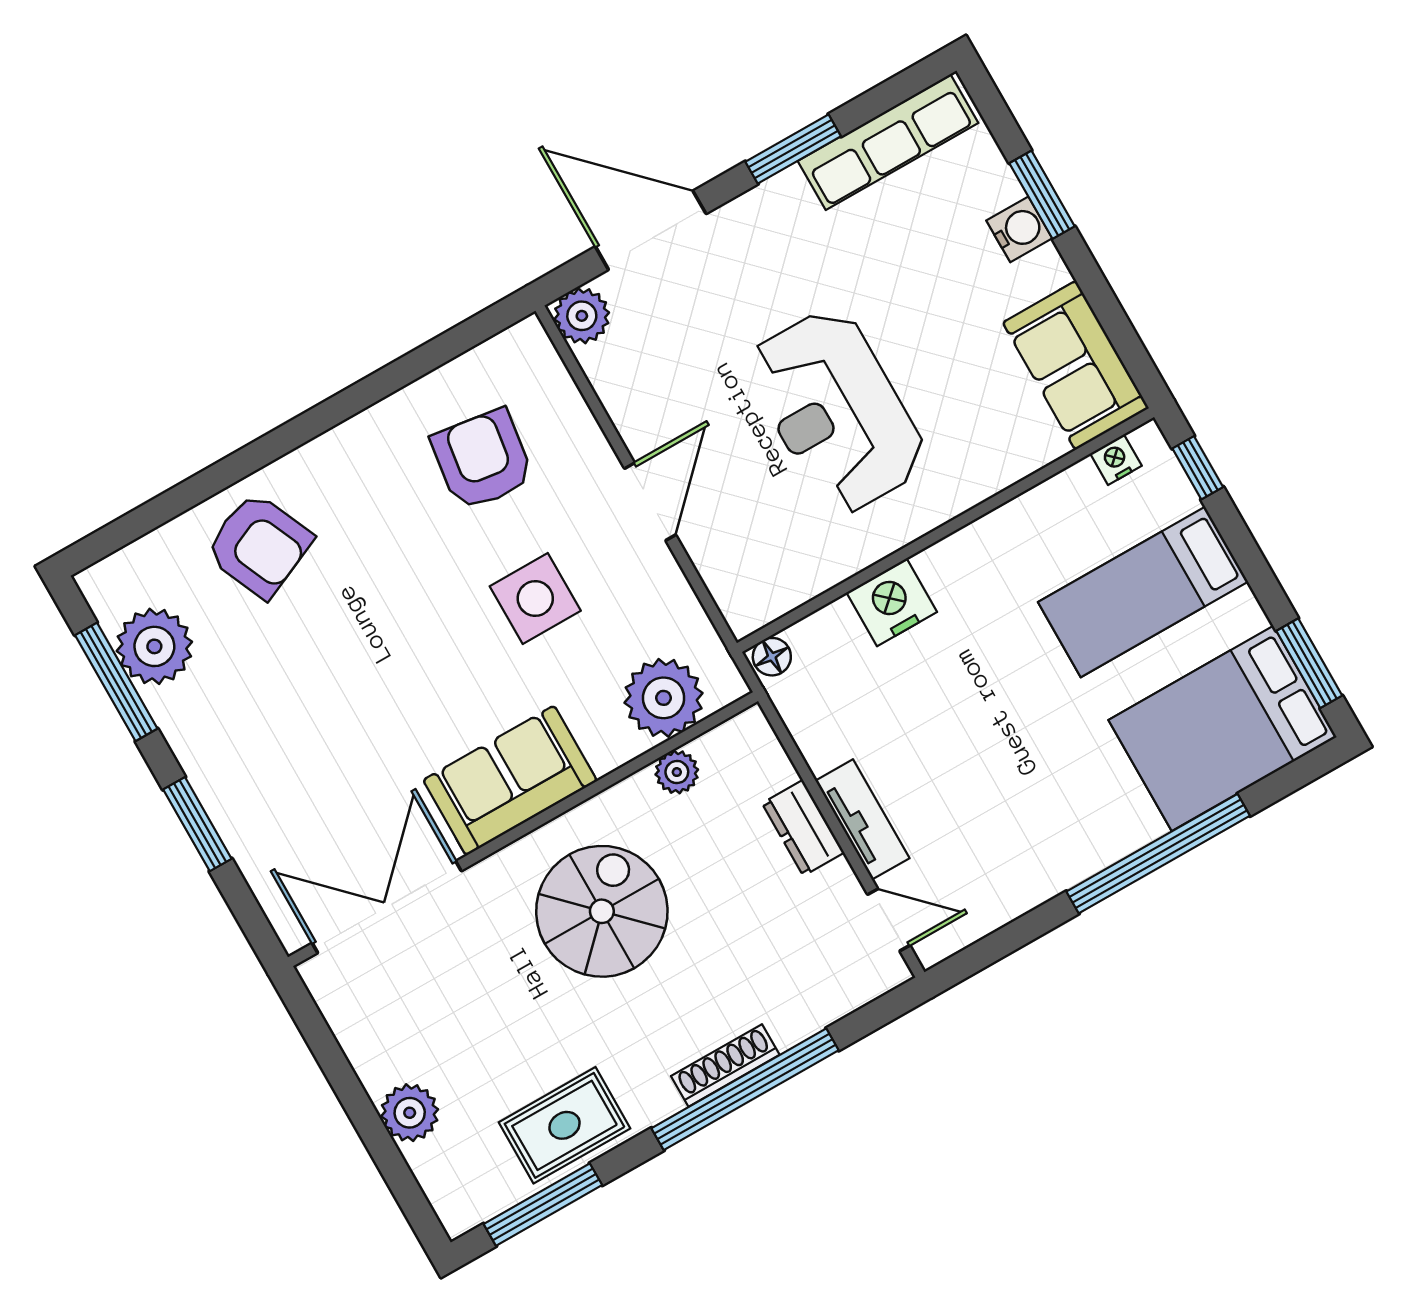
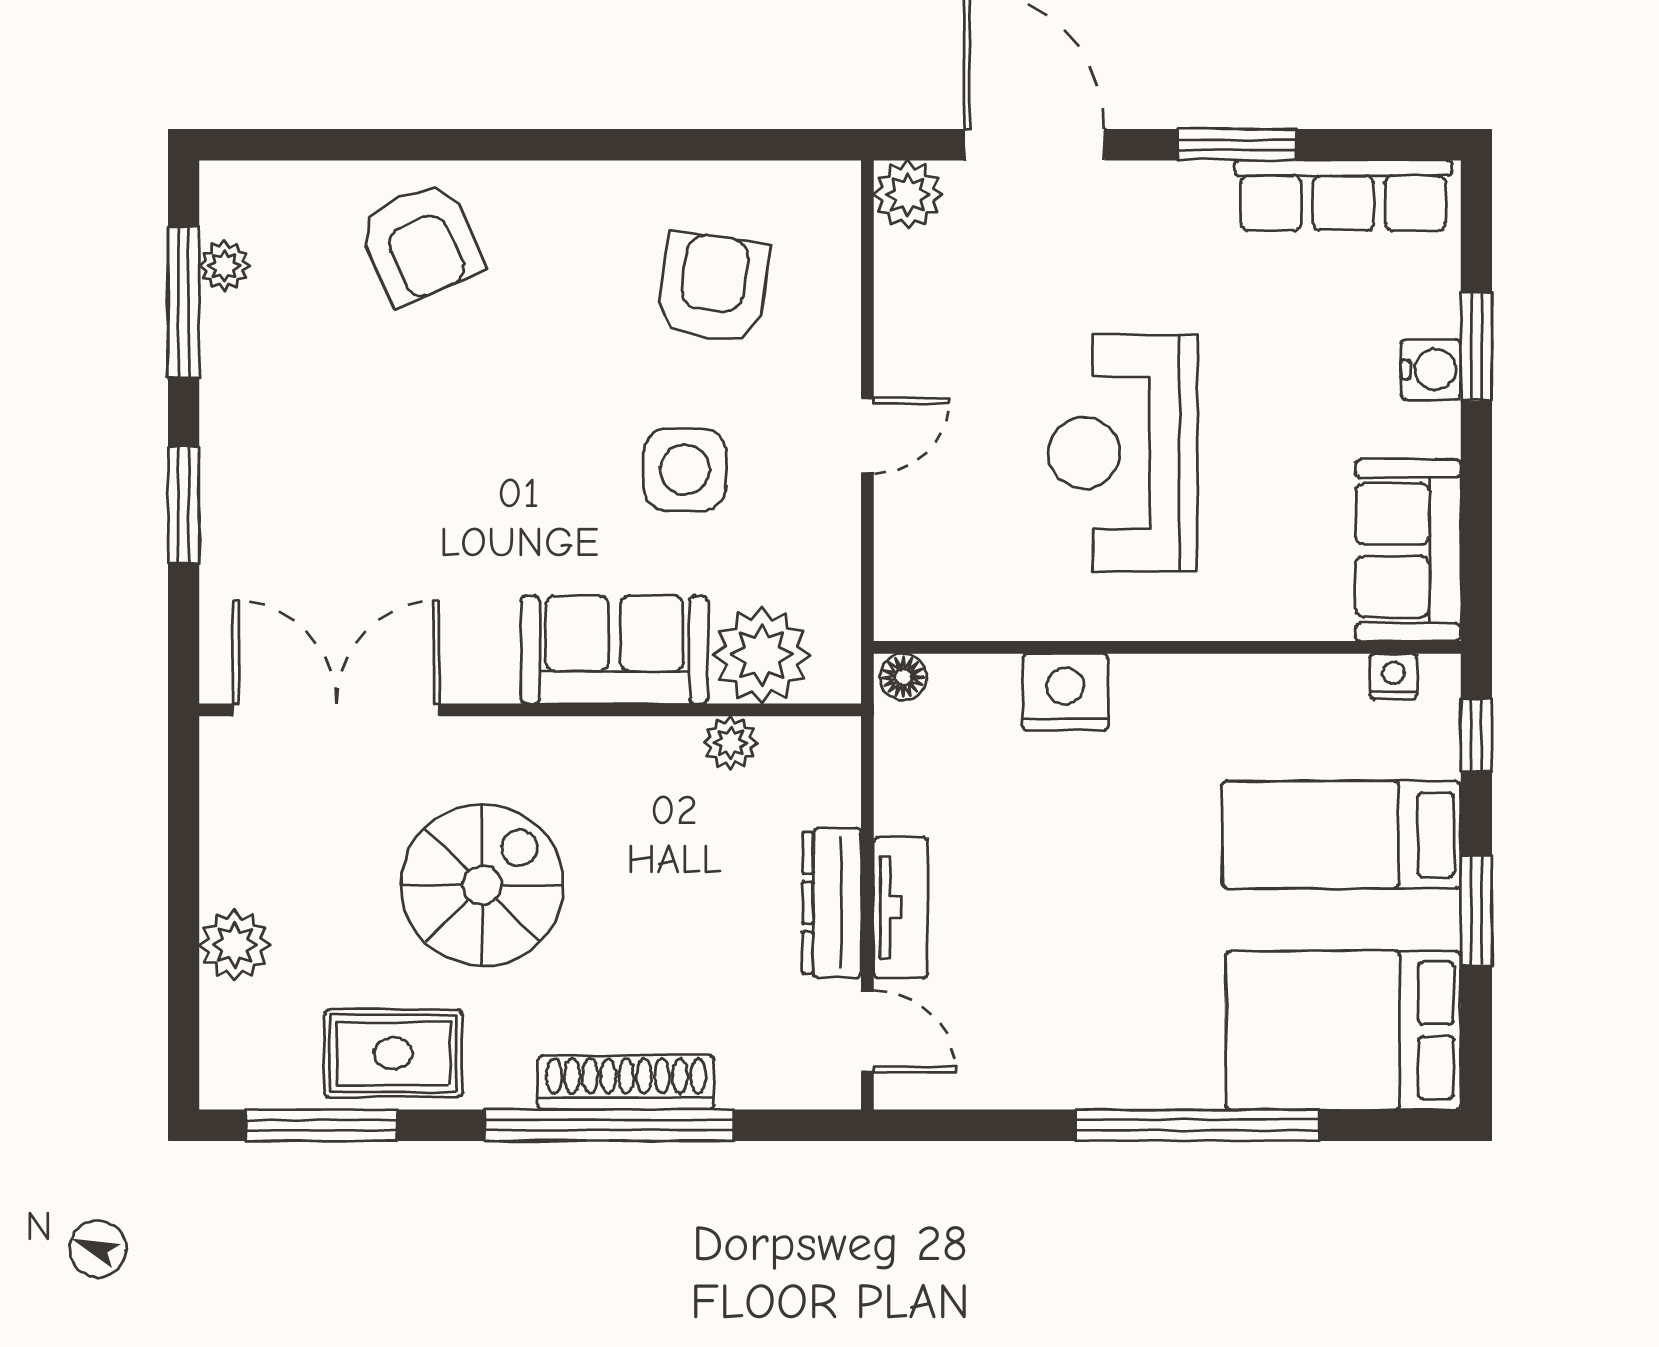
door: (650, 502) -> (867, 436), width x0.73
plant: (154, 646) -> (224, 266), width x0.53, depth x0.53
window: (1309, 663) -> (1476, 911), moved
sofa: (510, 780) -> (614, 650), moved
dresser: (803, 828) -> (832, 903), width x1.44
spiral stairs: (602, 911) -> (482, 885), moved
shoe rack: (725, 1065) -> (626, 1082), width x1.36, depth x1.24

